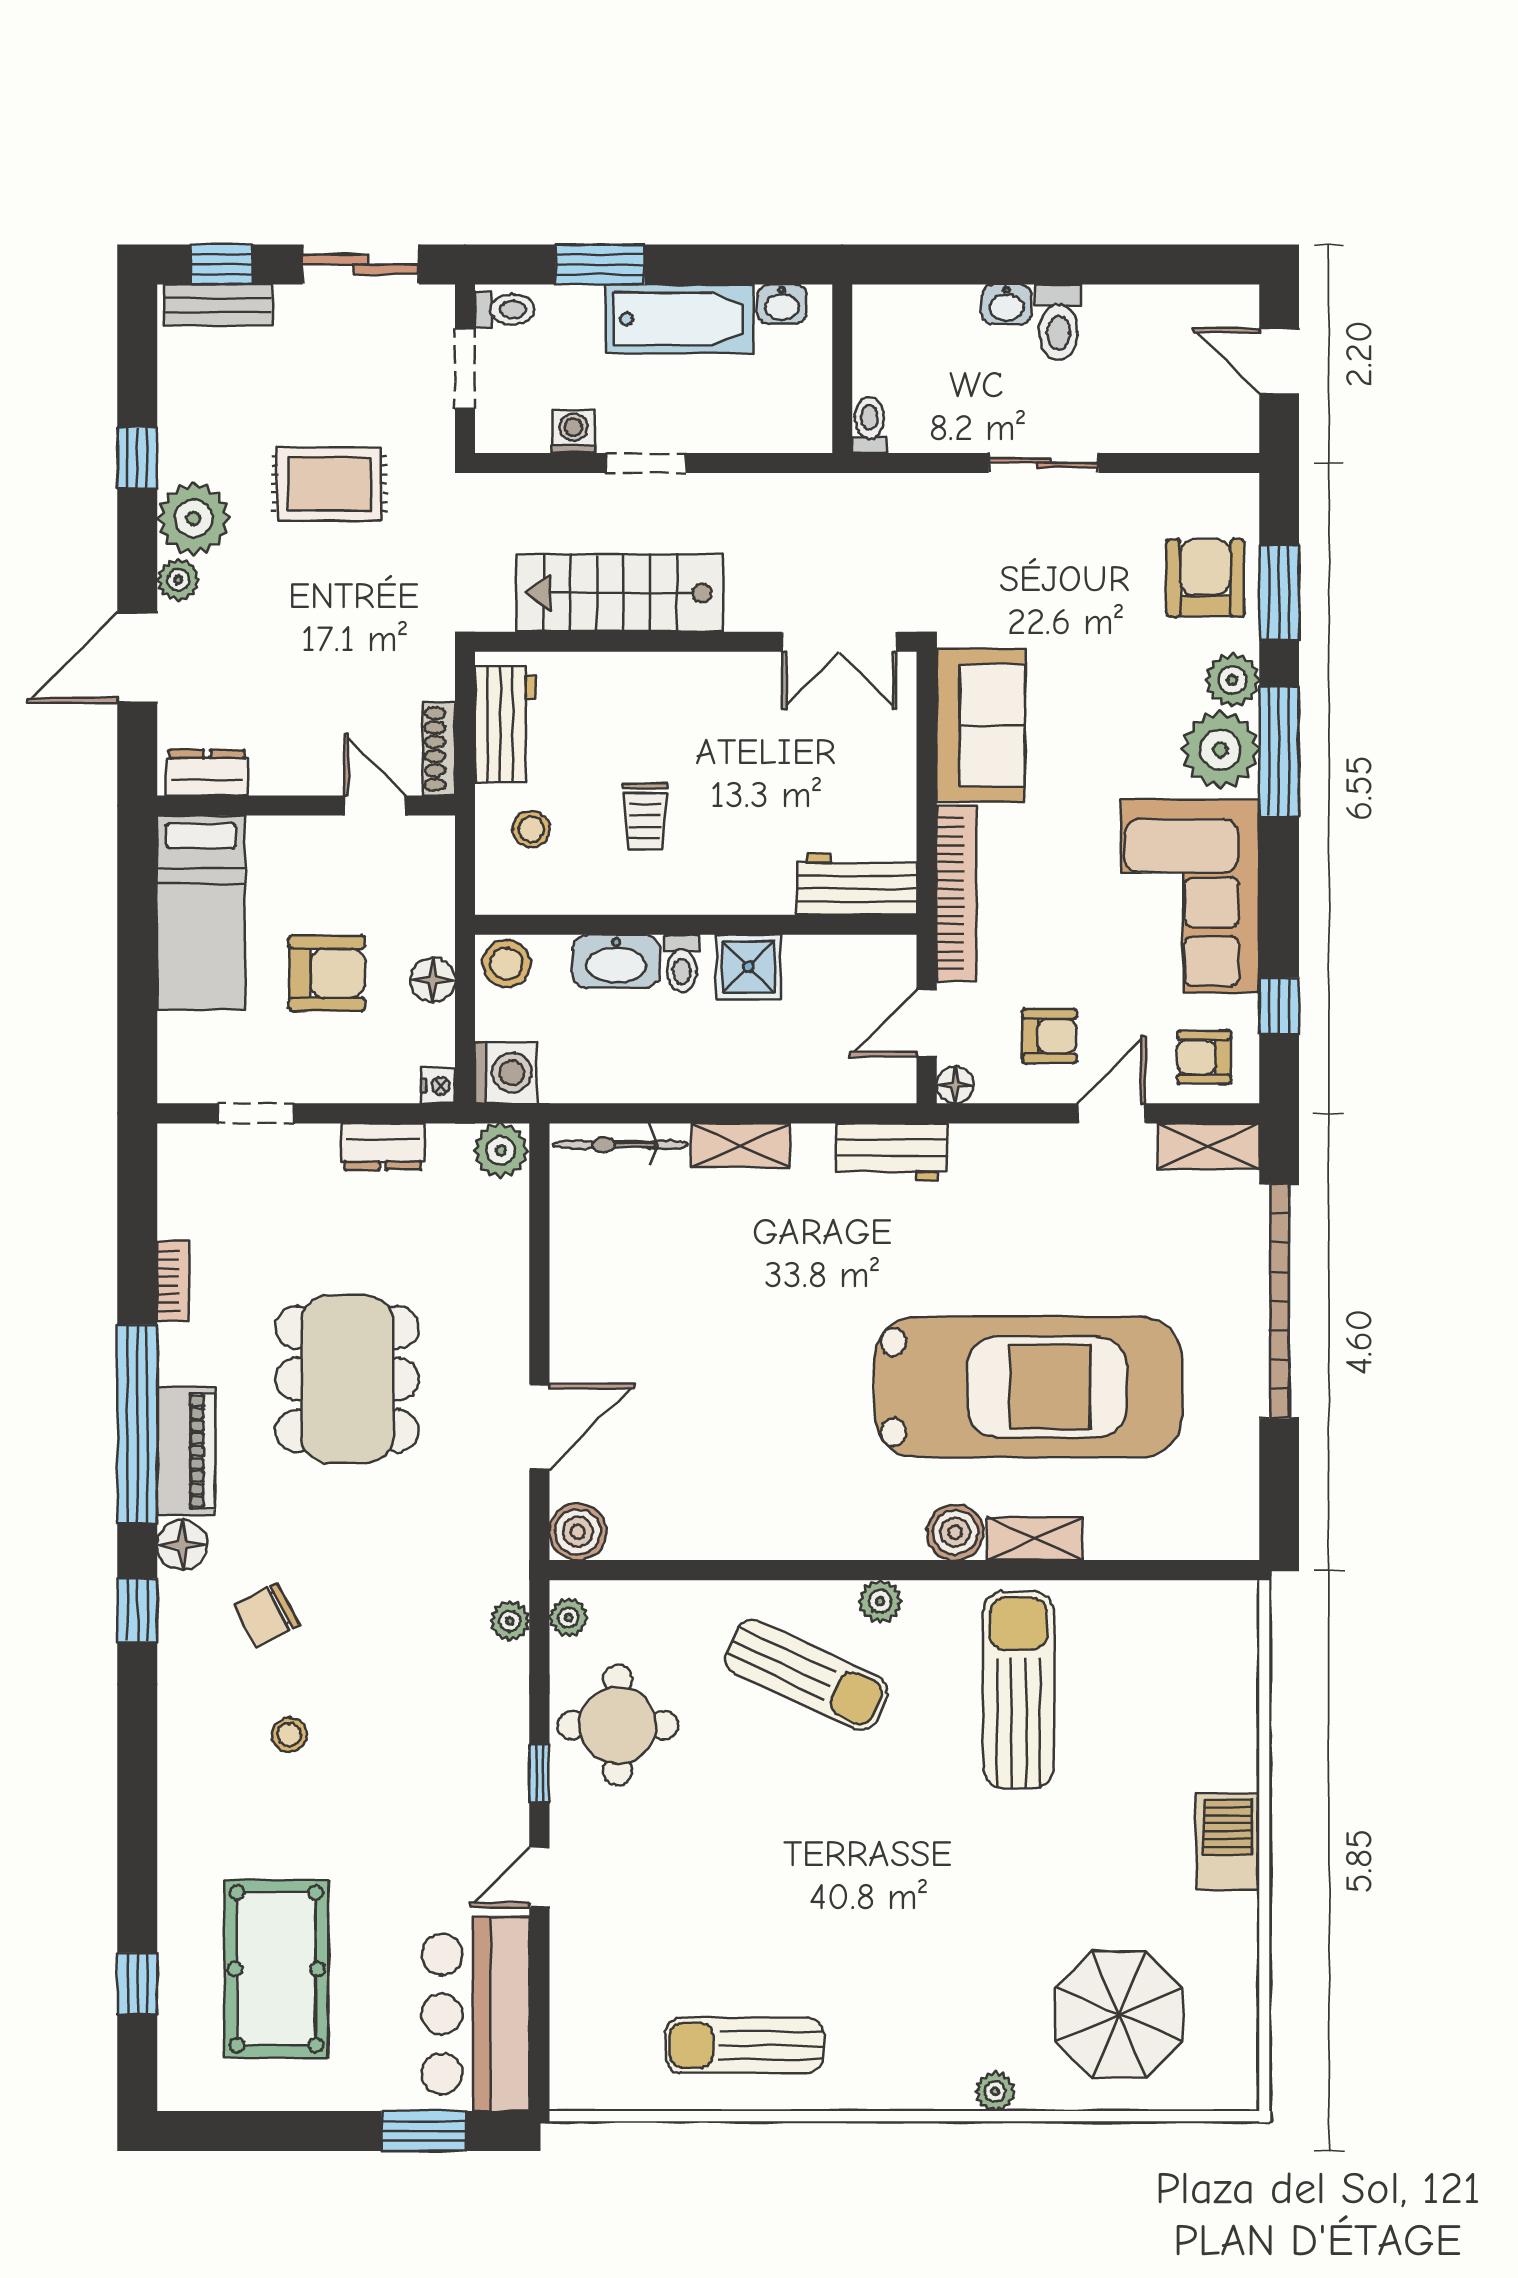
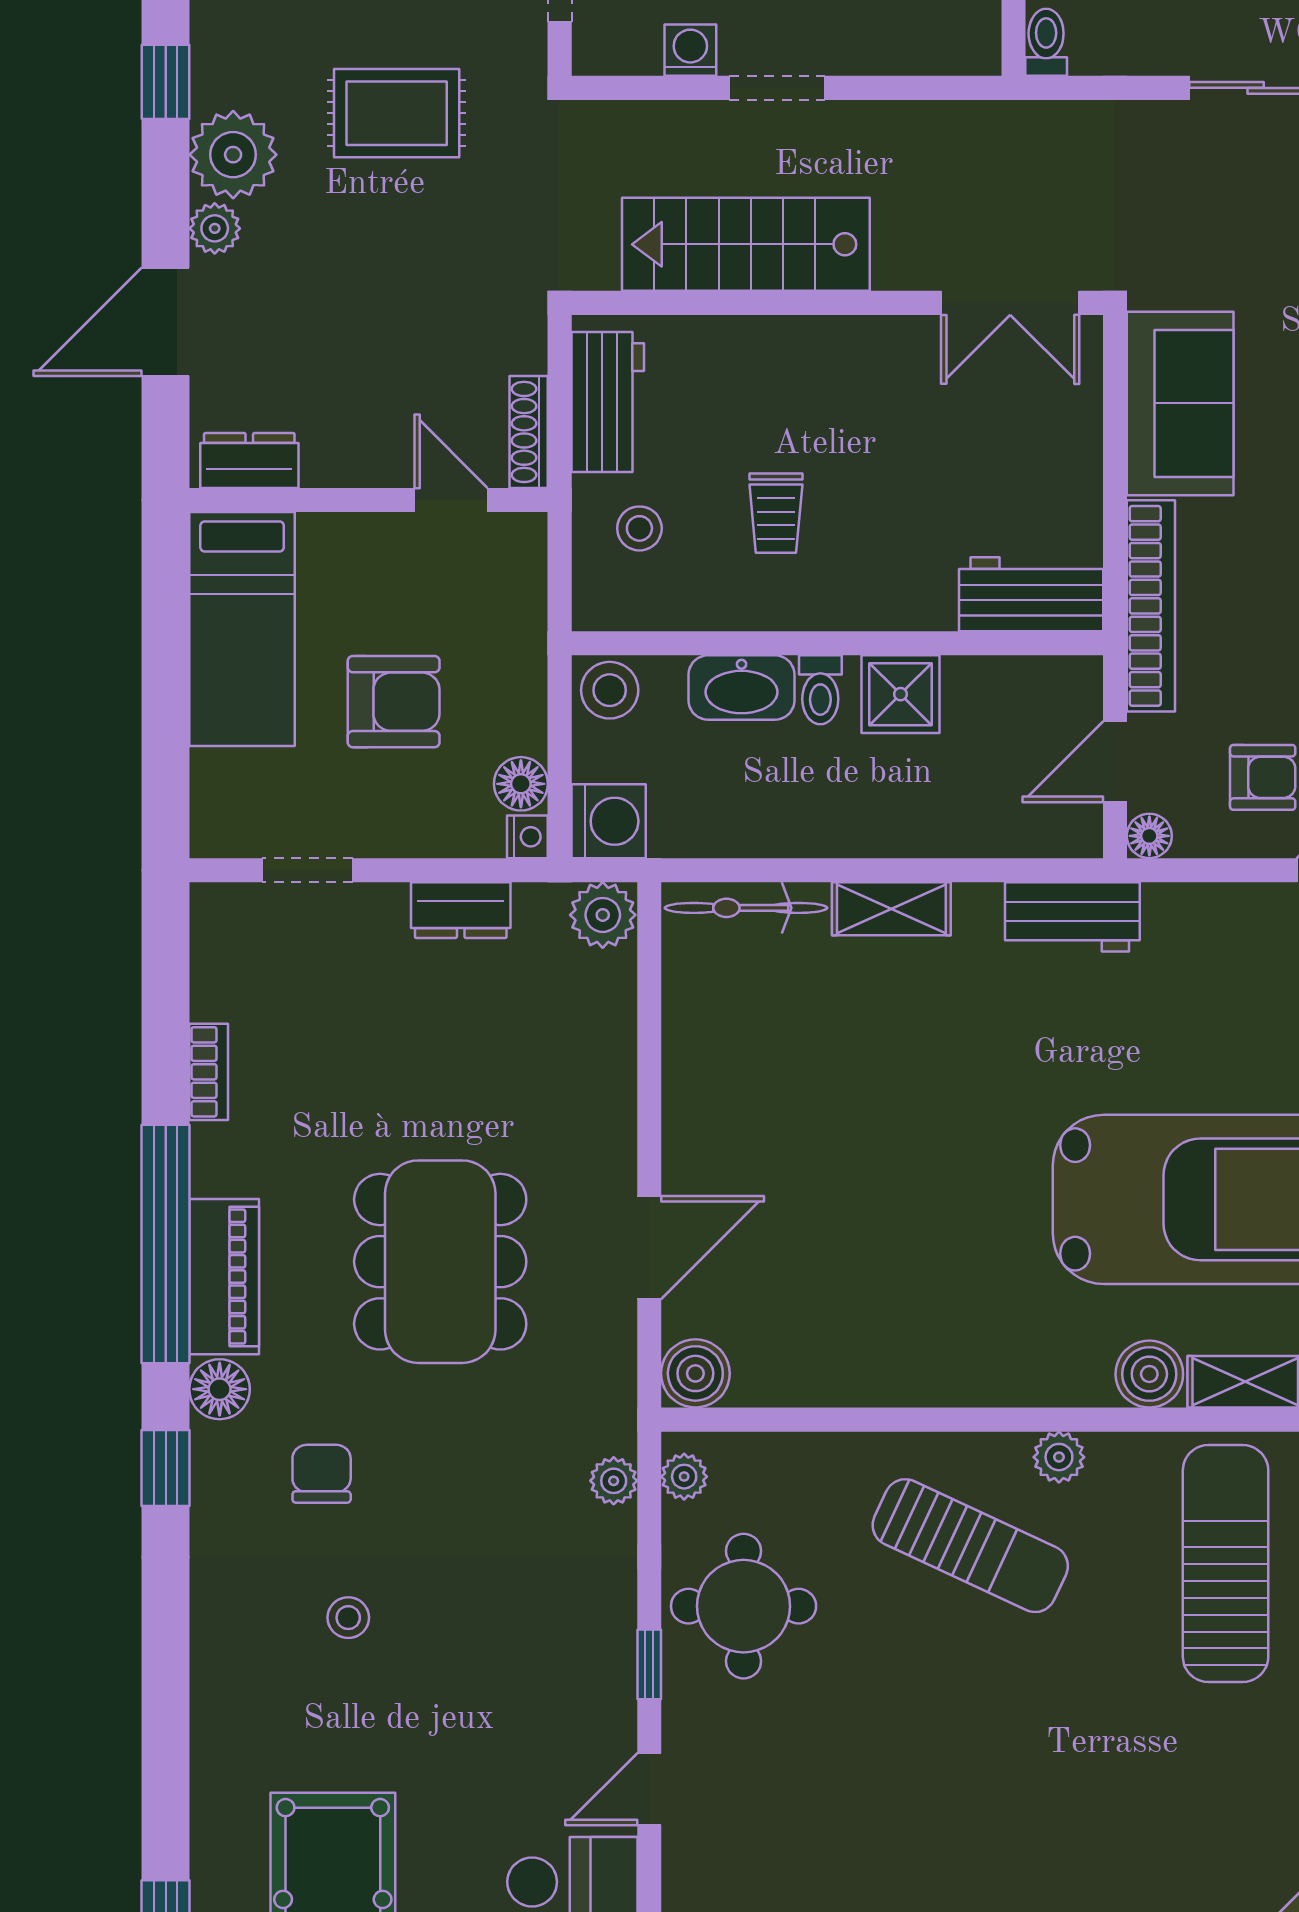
floor lamp: (433, 980) -> (521, 784), moved
dining table: (347, 1379) -> (440, 1262), moved
chair: (267, 1615) -> (322, 1474), turned 118

